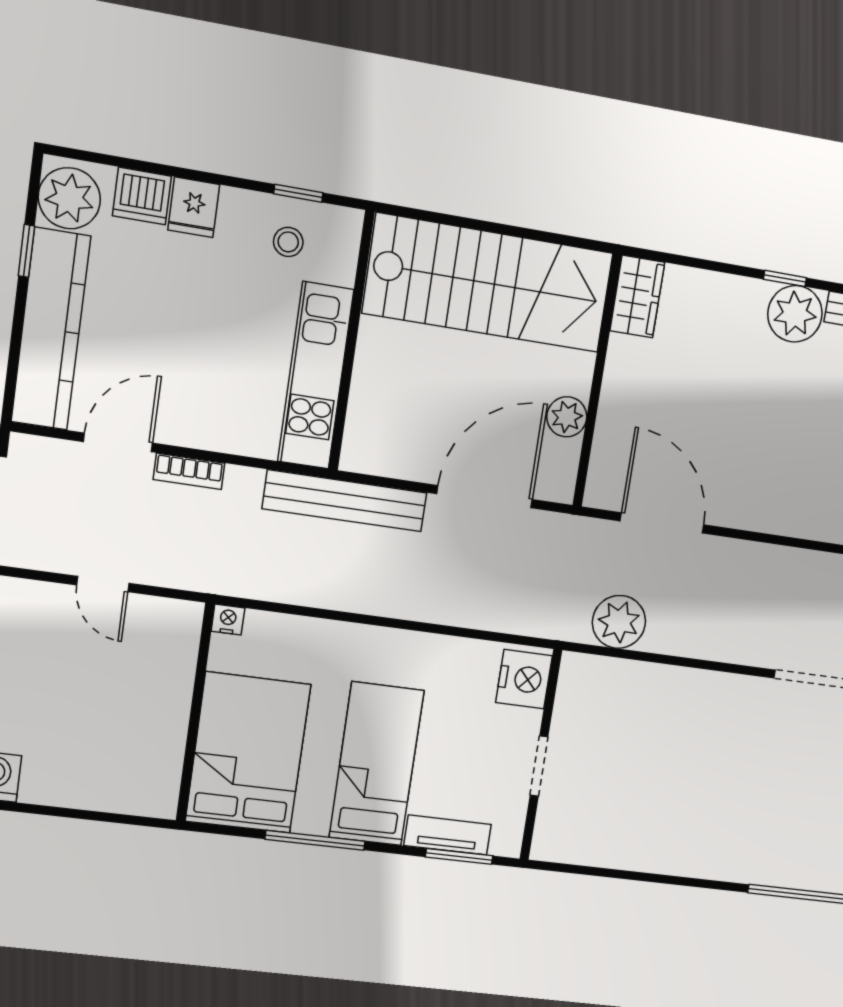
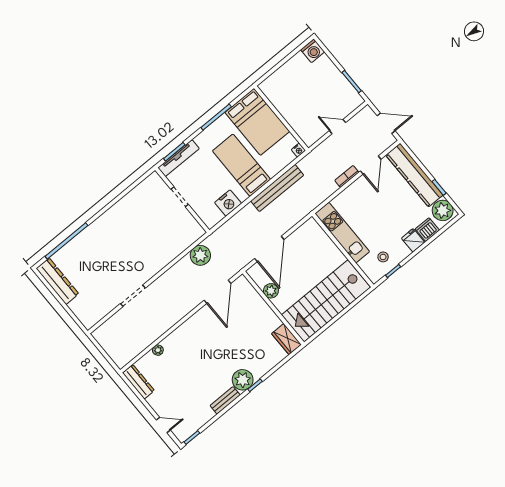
bench: (345, 501) -> (277, 188), moved
door: (662, 523) -> (217, 292), hinge flipped
nightstand: (524, 679) -> (228, 203), moved, turned -90
bed: (377, 764) -> (241, 165), moved, turned 180
tv unit: (447, 835) -> (179, 158), width x1.41

